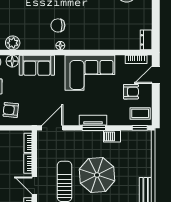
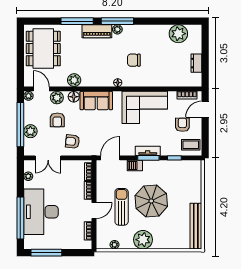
chair: (58, 25) -> (134, 60), moved
dresser: (146, 40) -> (196, 63), moved
armchair: (131, 92) -> (182, 125), turned -89
window: (140, 128) -> (174, 158), moved
barbecue: (112, 136) -> (135, 166), moved
door: (34, 185) -> (94, 211), swing flipped

